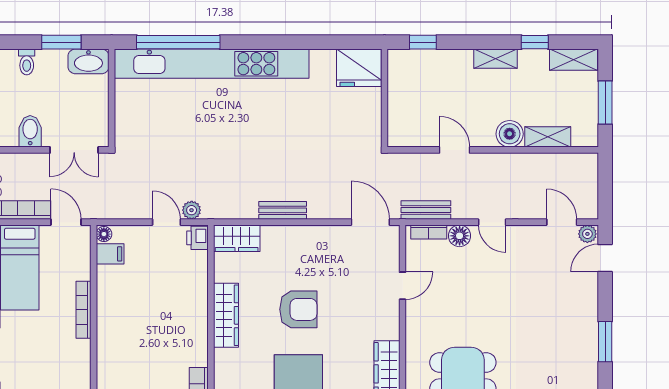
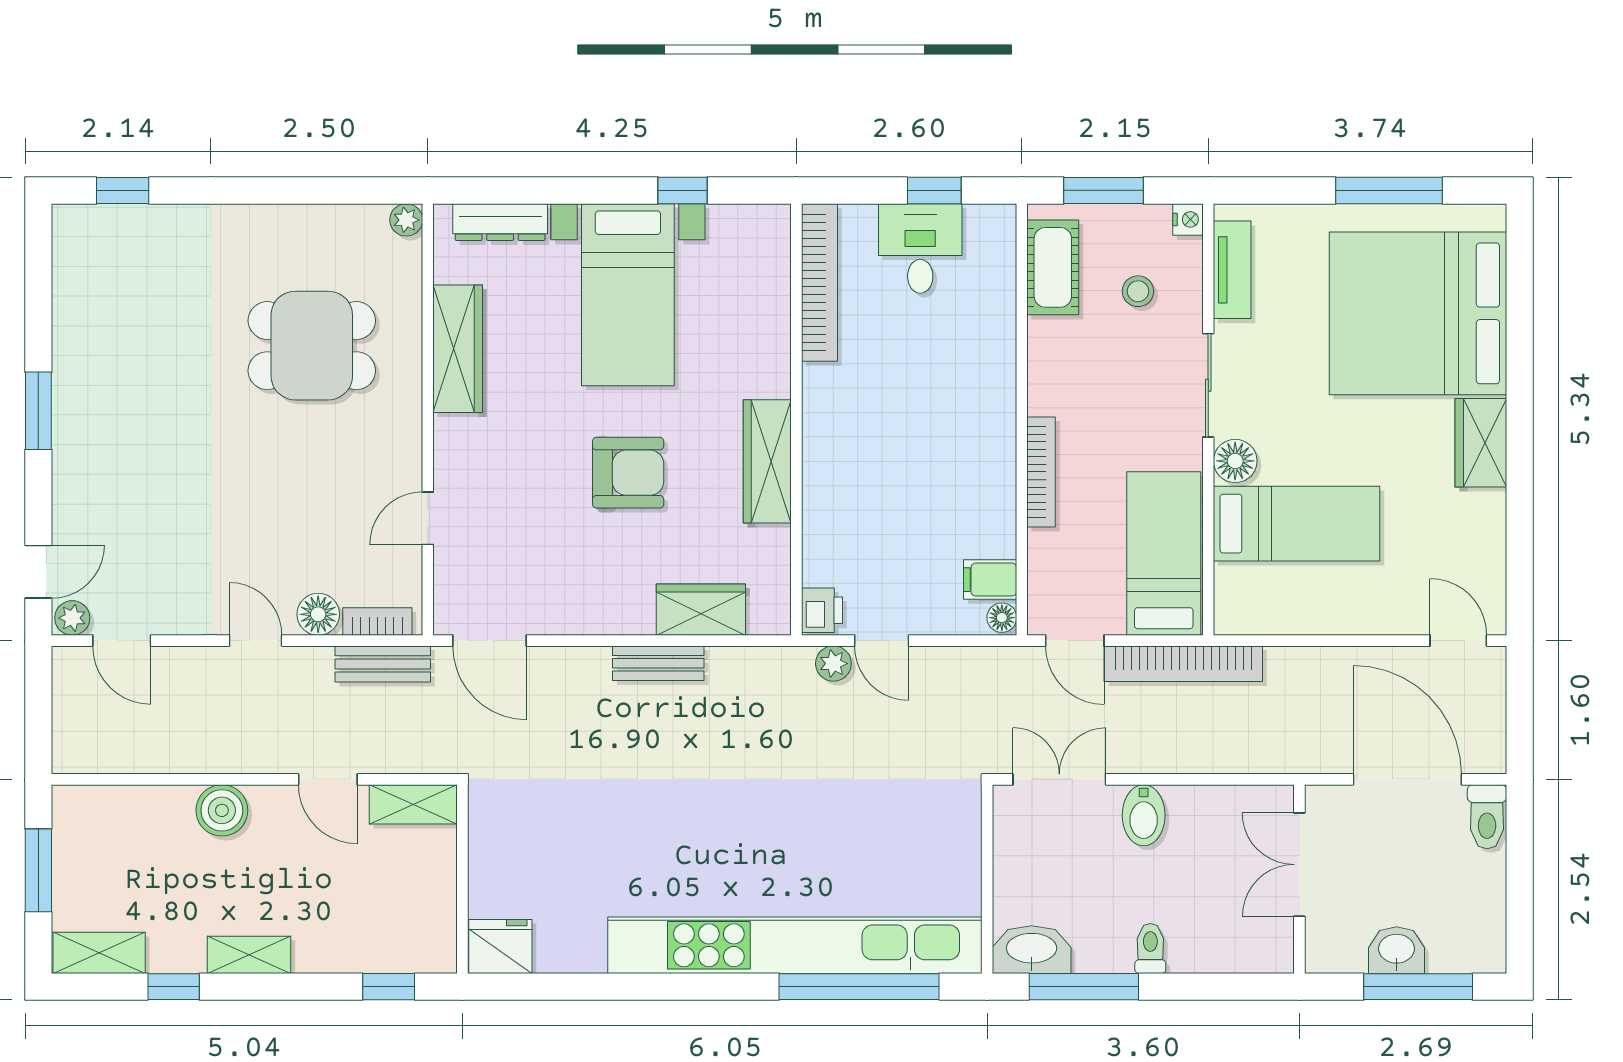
window: (61, 42) -> (1084, 987), width x1.44
fridge: (359, 68) -> (500, 946), width x0.73, depth x0.75
shelving: (548, 137) -> (413, 804), moved
wardrobe: (237, 238) -> (701, 610), moved
armchair: (298, 309) -> (628, 473), turned 180

